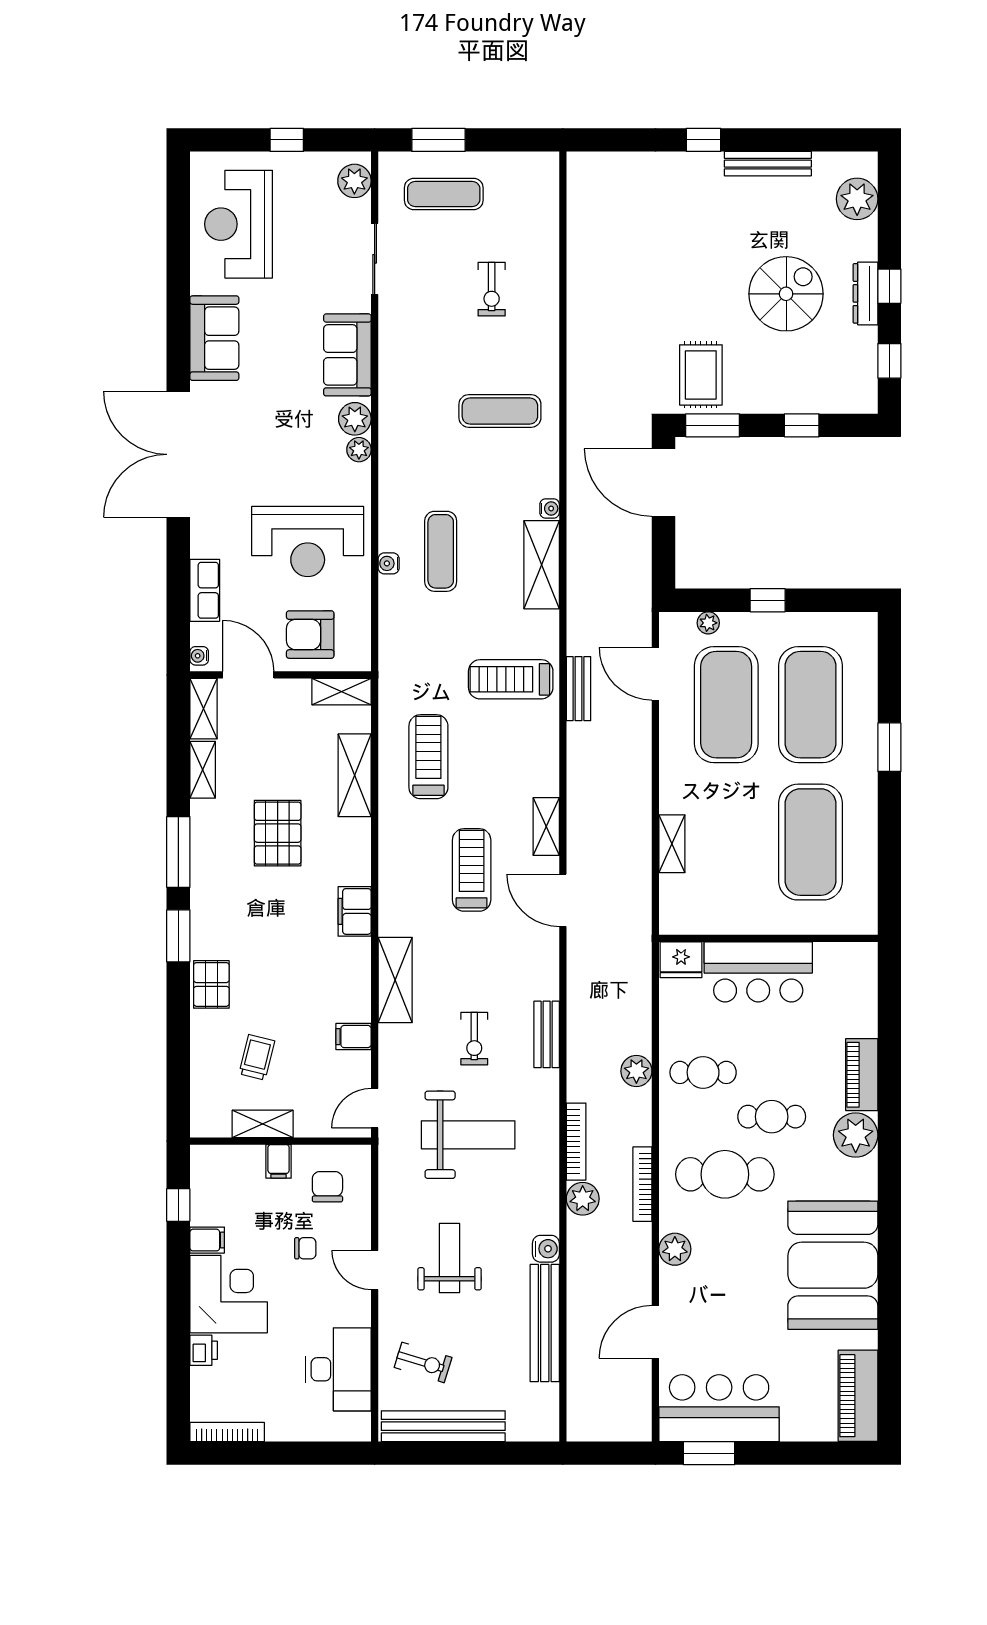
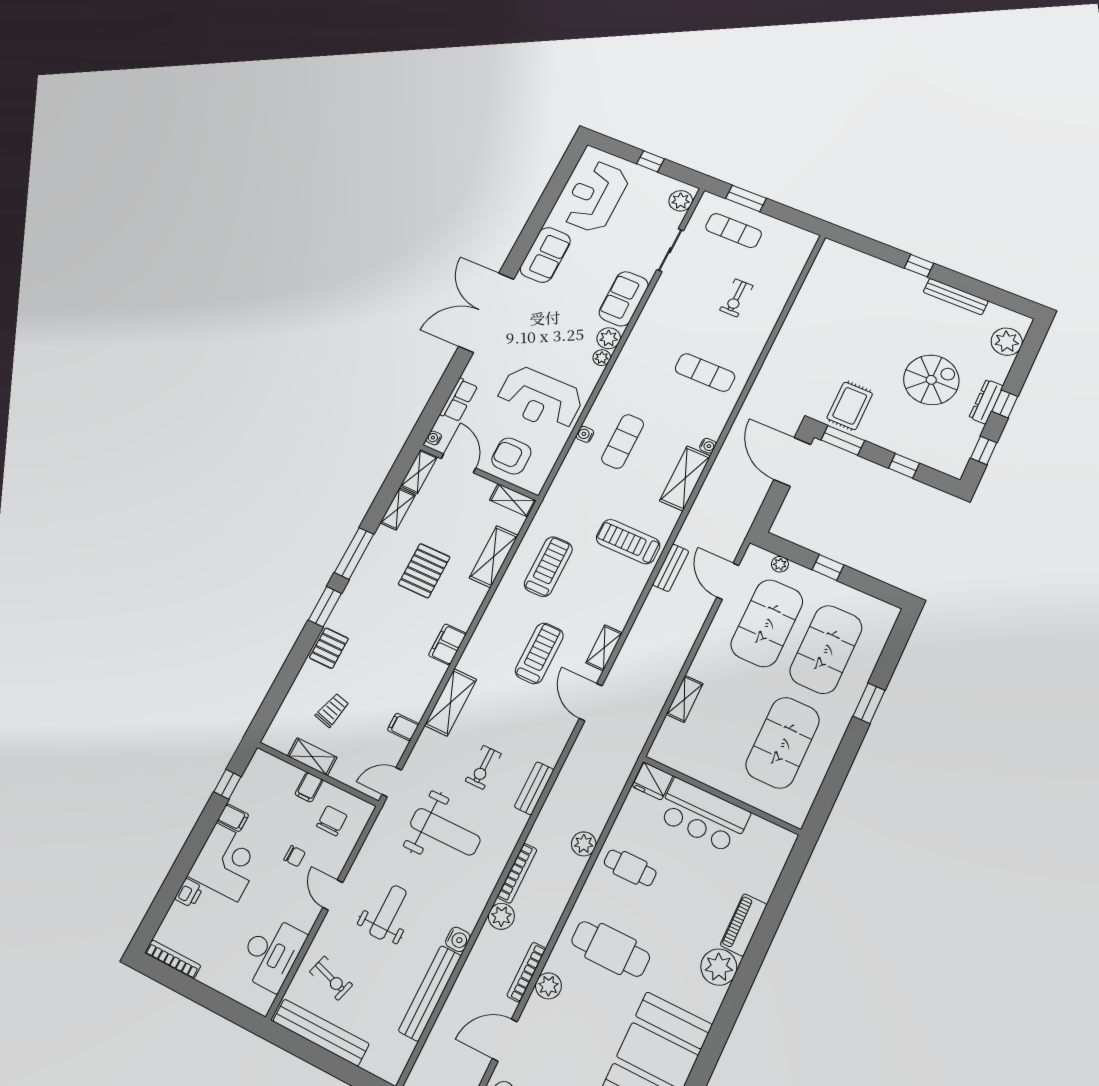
cafe table: (772, 1117) -> (664, 923), removed
bookcase: (642, 1184) -> (526, 972), moved

